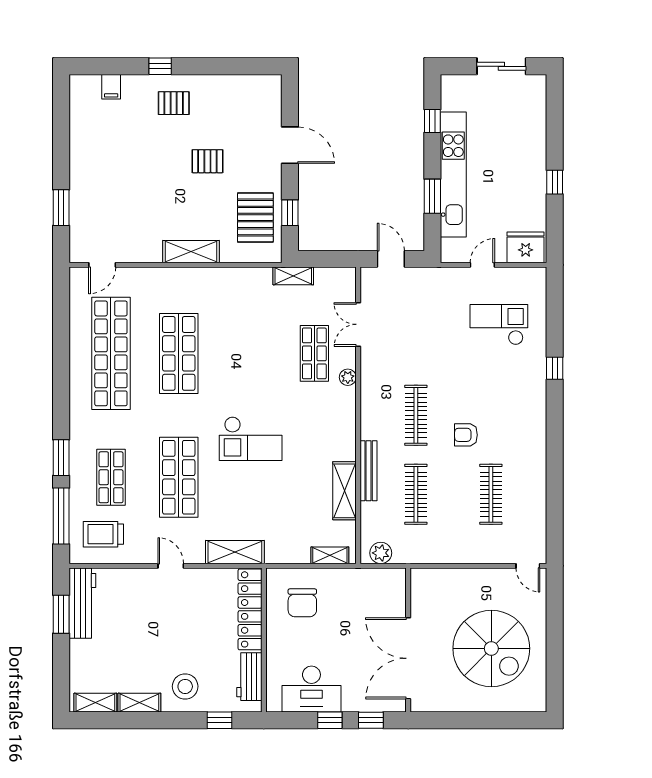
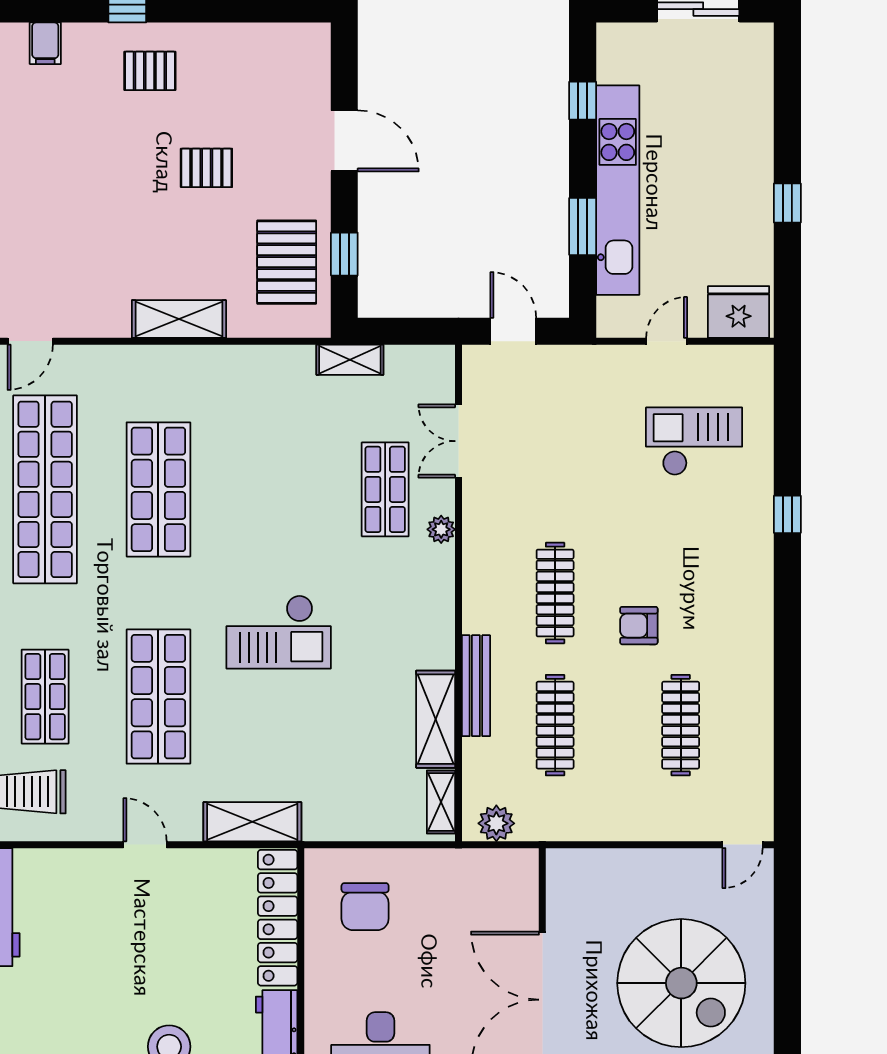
shelving: (330, 555) -> (441, 802), moved, turned 90
door: (528, 566) -> (743, 845), hinge flipped

